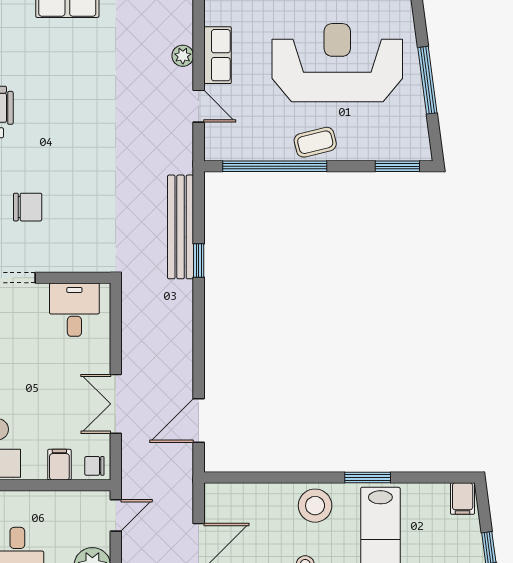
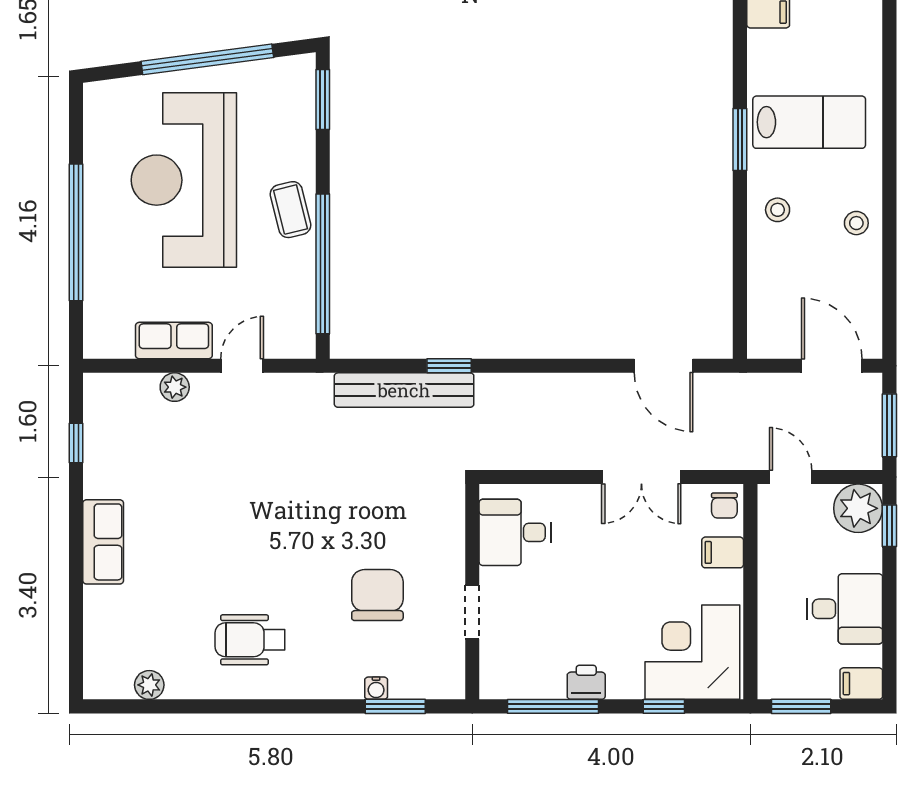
window: (427, 80) -> (207, 59), width x1.46
chair: (28, 207) -> (377, 595), width x1.37, depth x1.37
stool: (315, 506) -> (778, 210), width x0.53, depth x0.53

